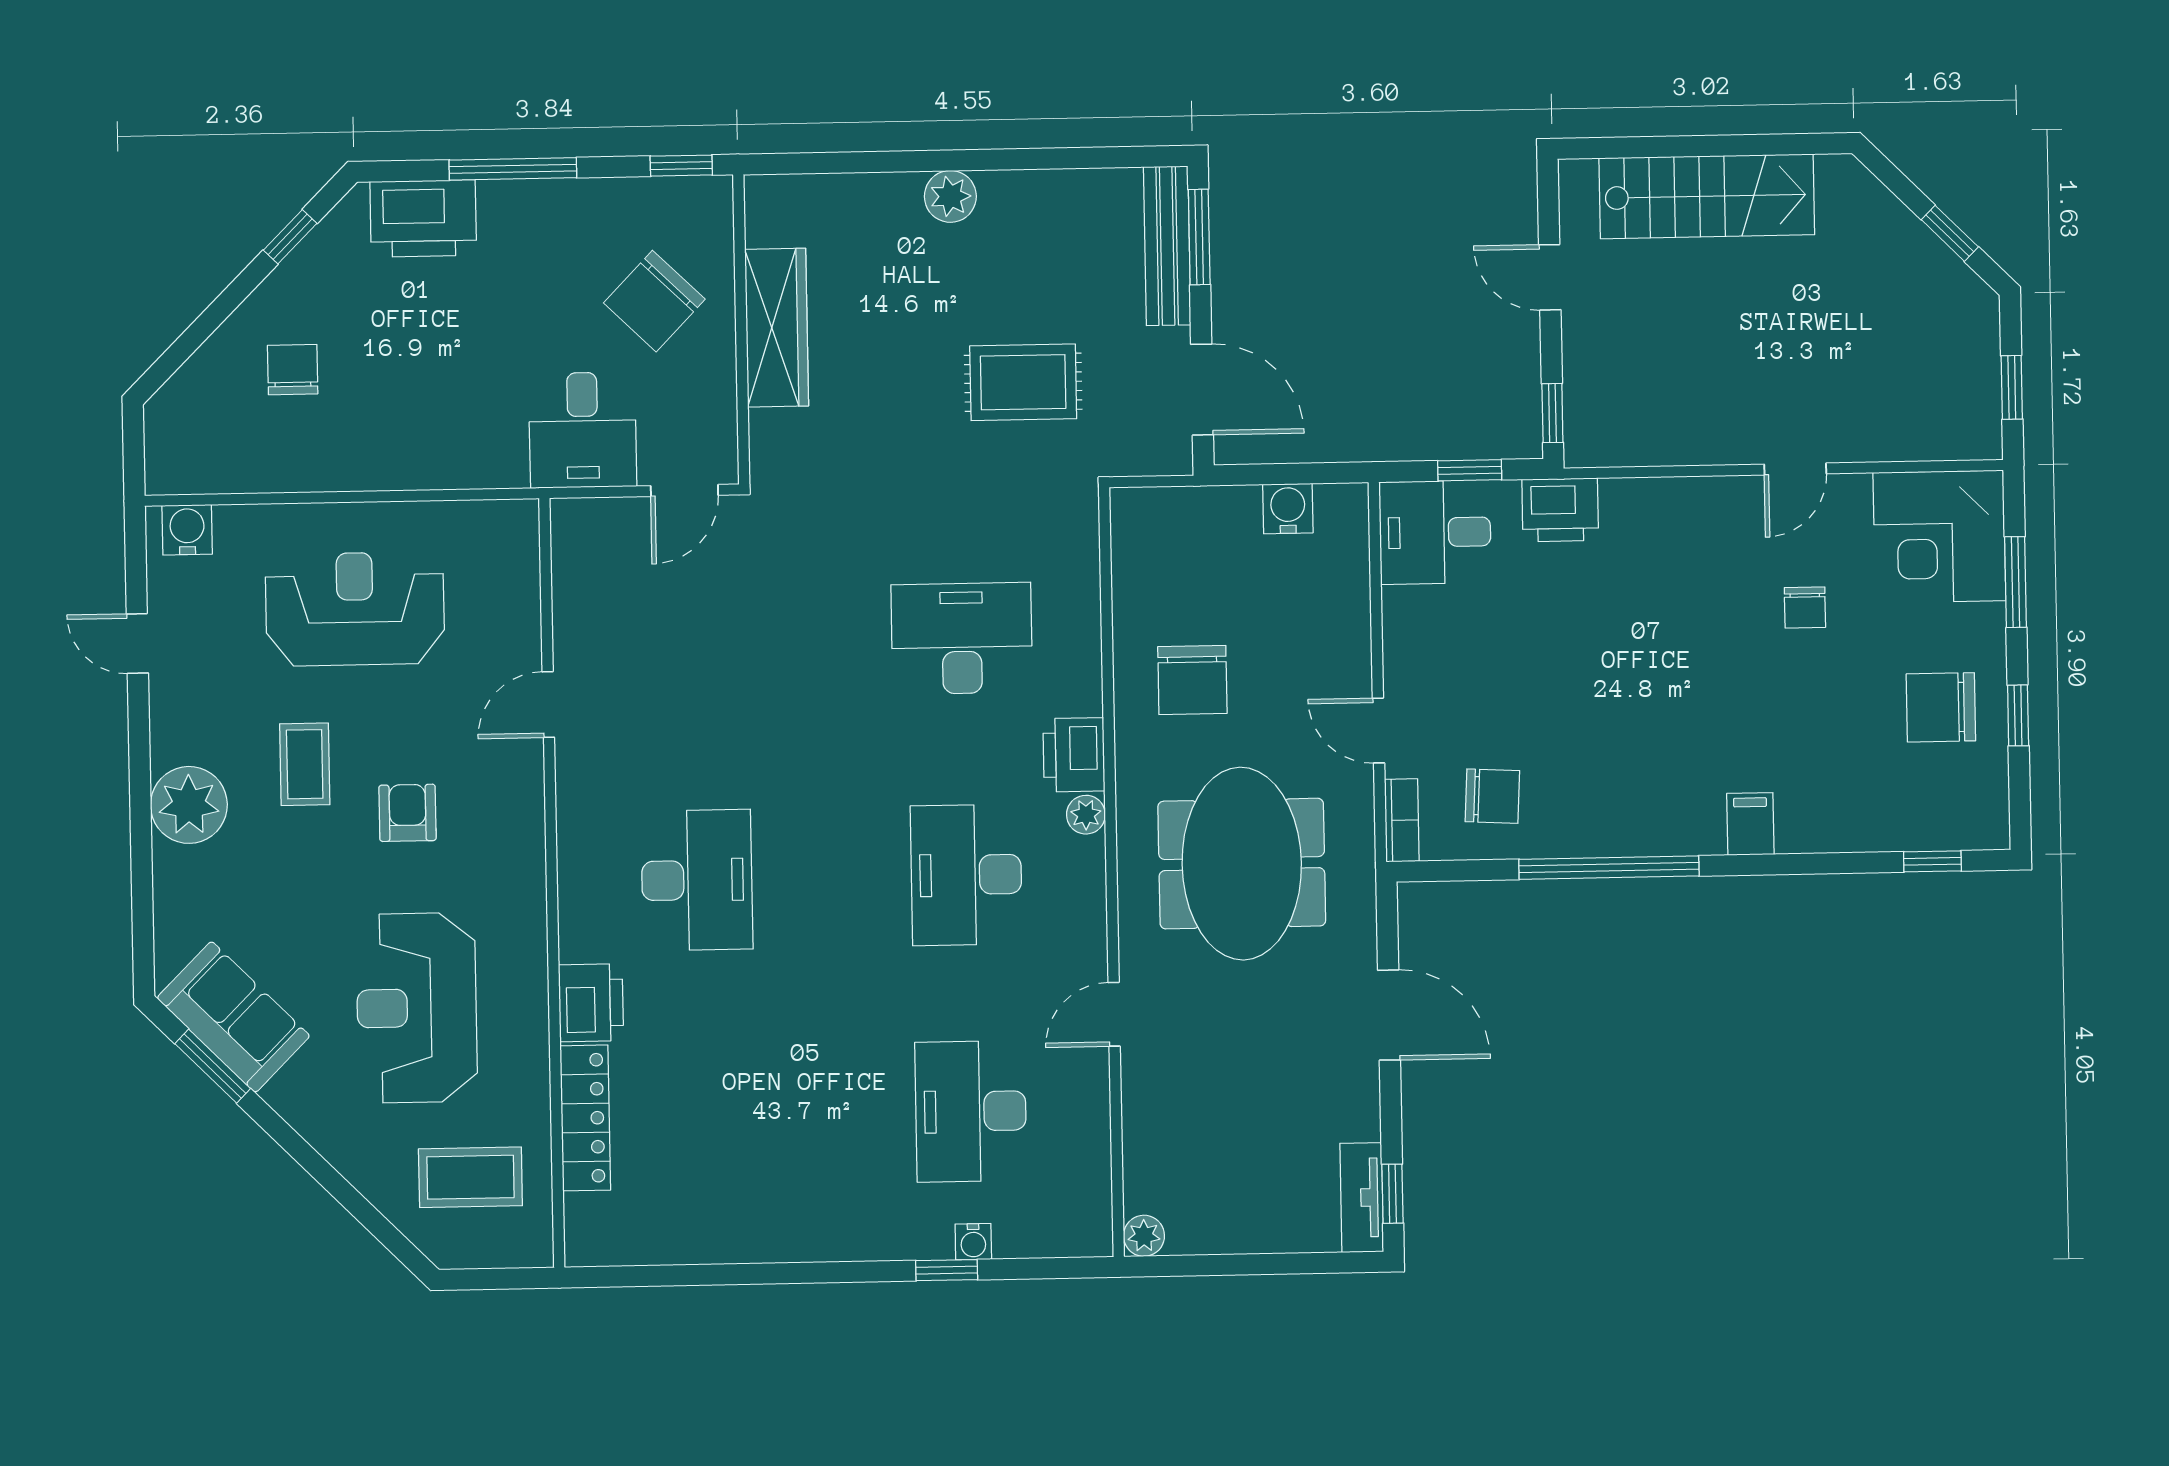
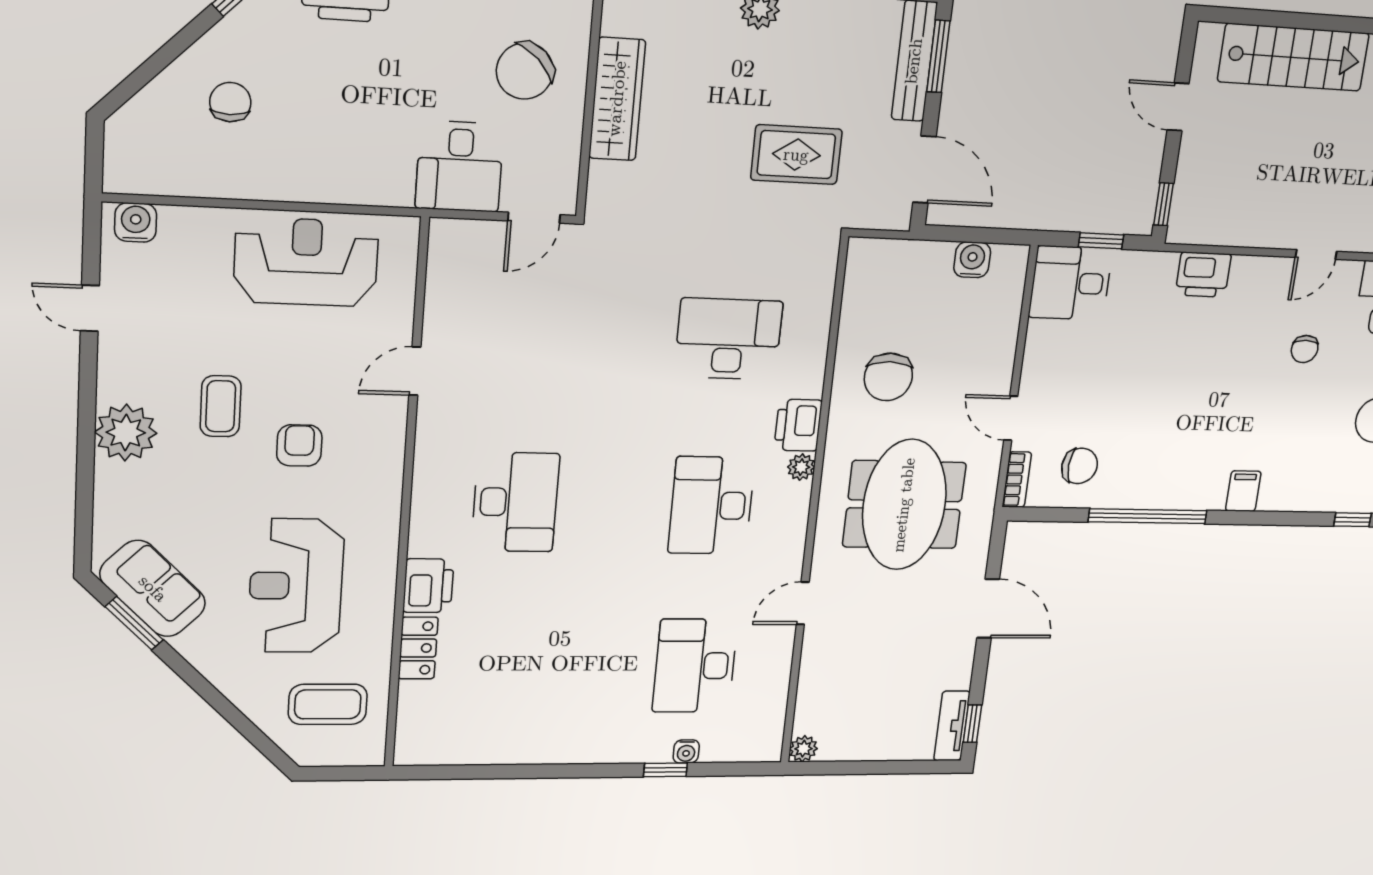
printer: (1560, 510) -> (1203, 275), moved
reception desk: (355, 609) -> (306, 262), moved
locker: (585, 1118) -> (418, 648), width x0.66

